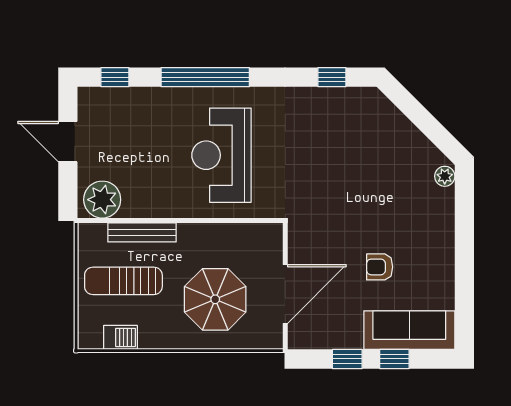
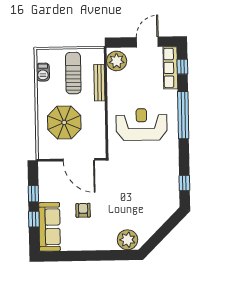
row of seats: (117, 99) -> (170, 68), added
plant: (445, 176) -> (128, 240), width x1.88, depth x1.88
door: (285, 294) -> (79, 160), moved

